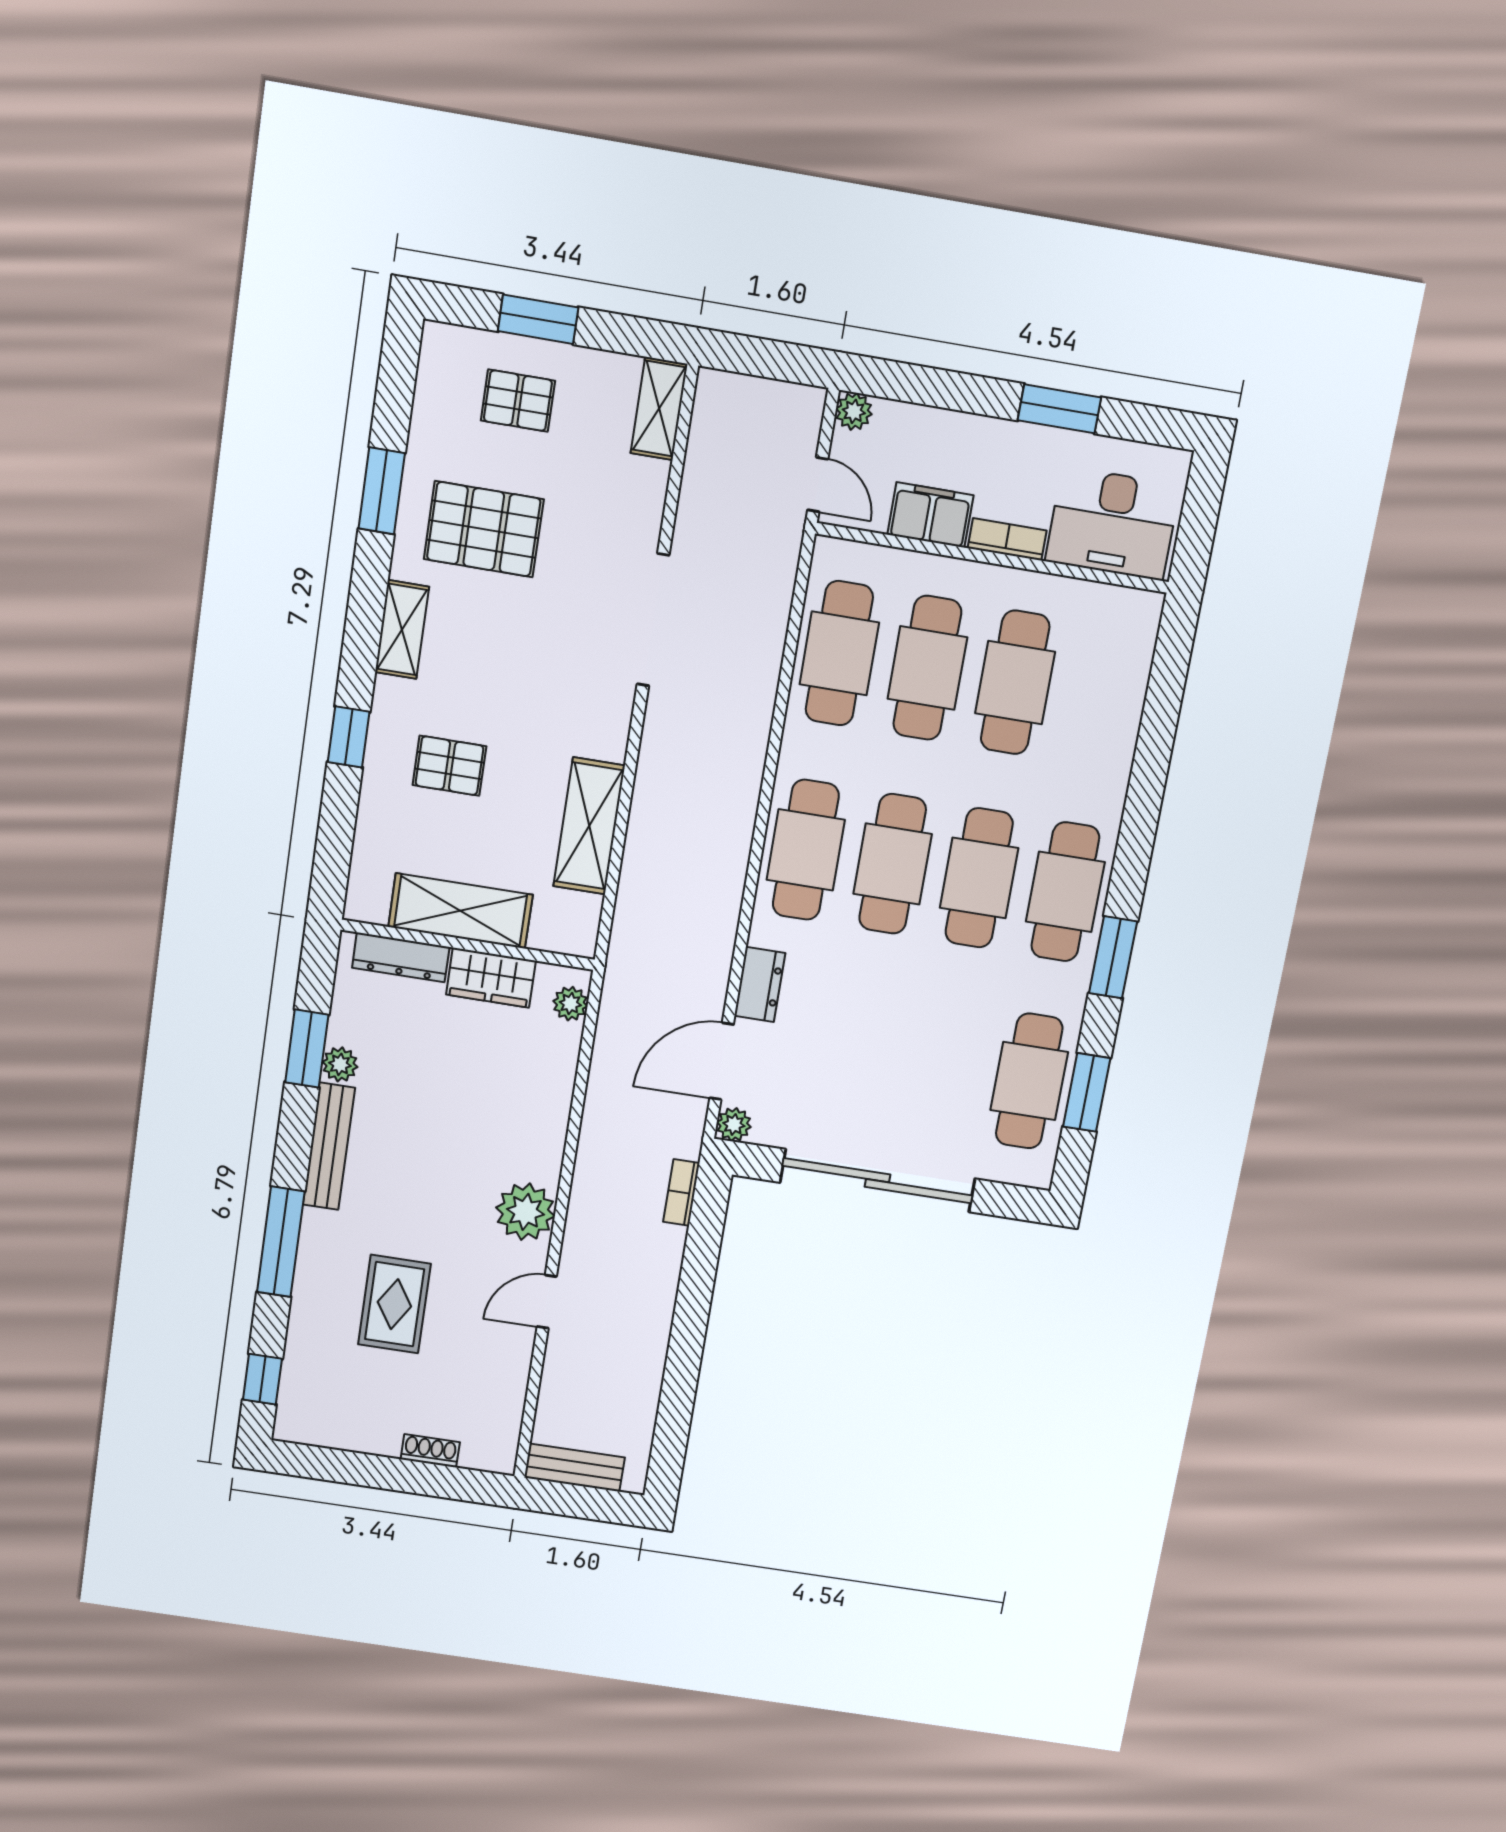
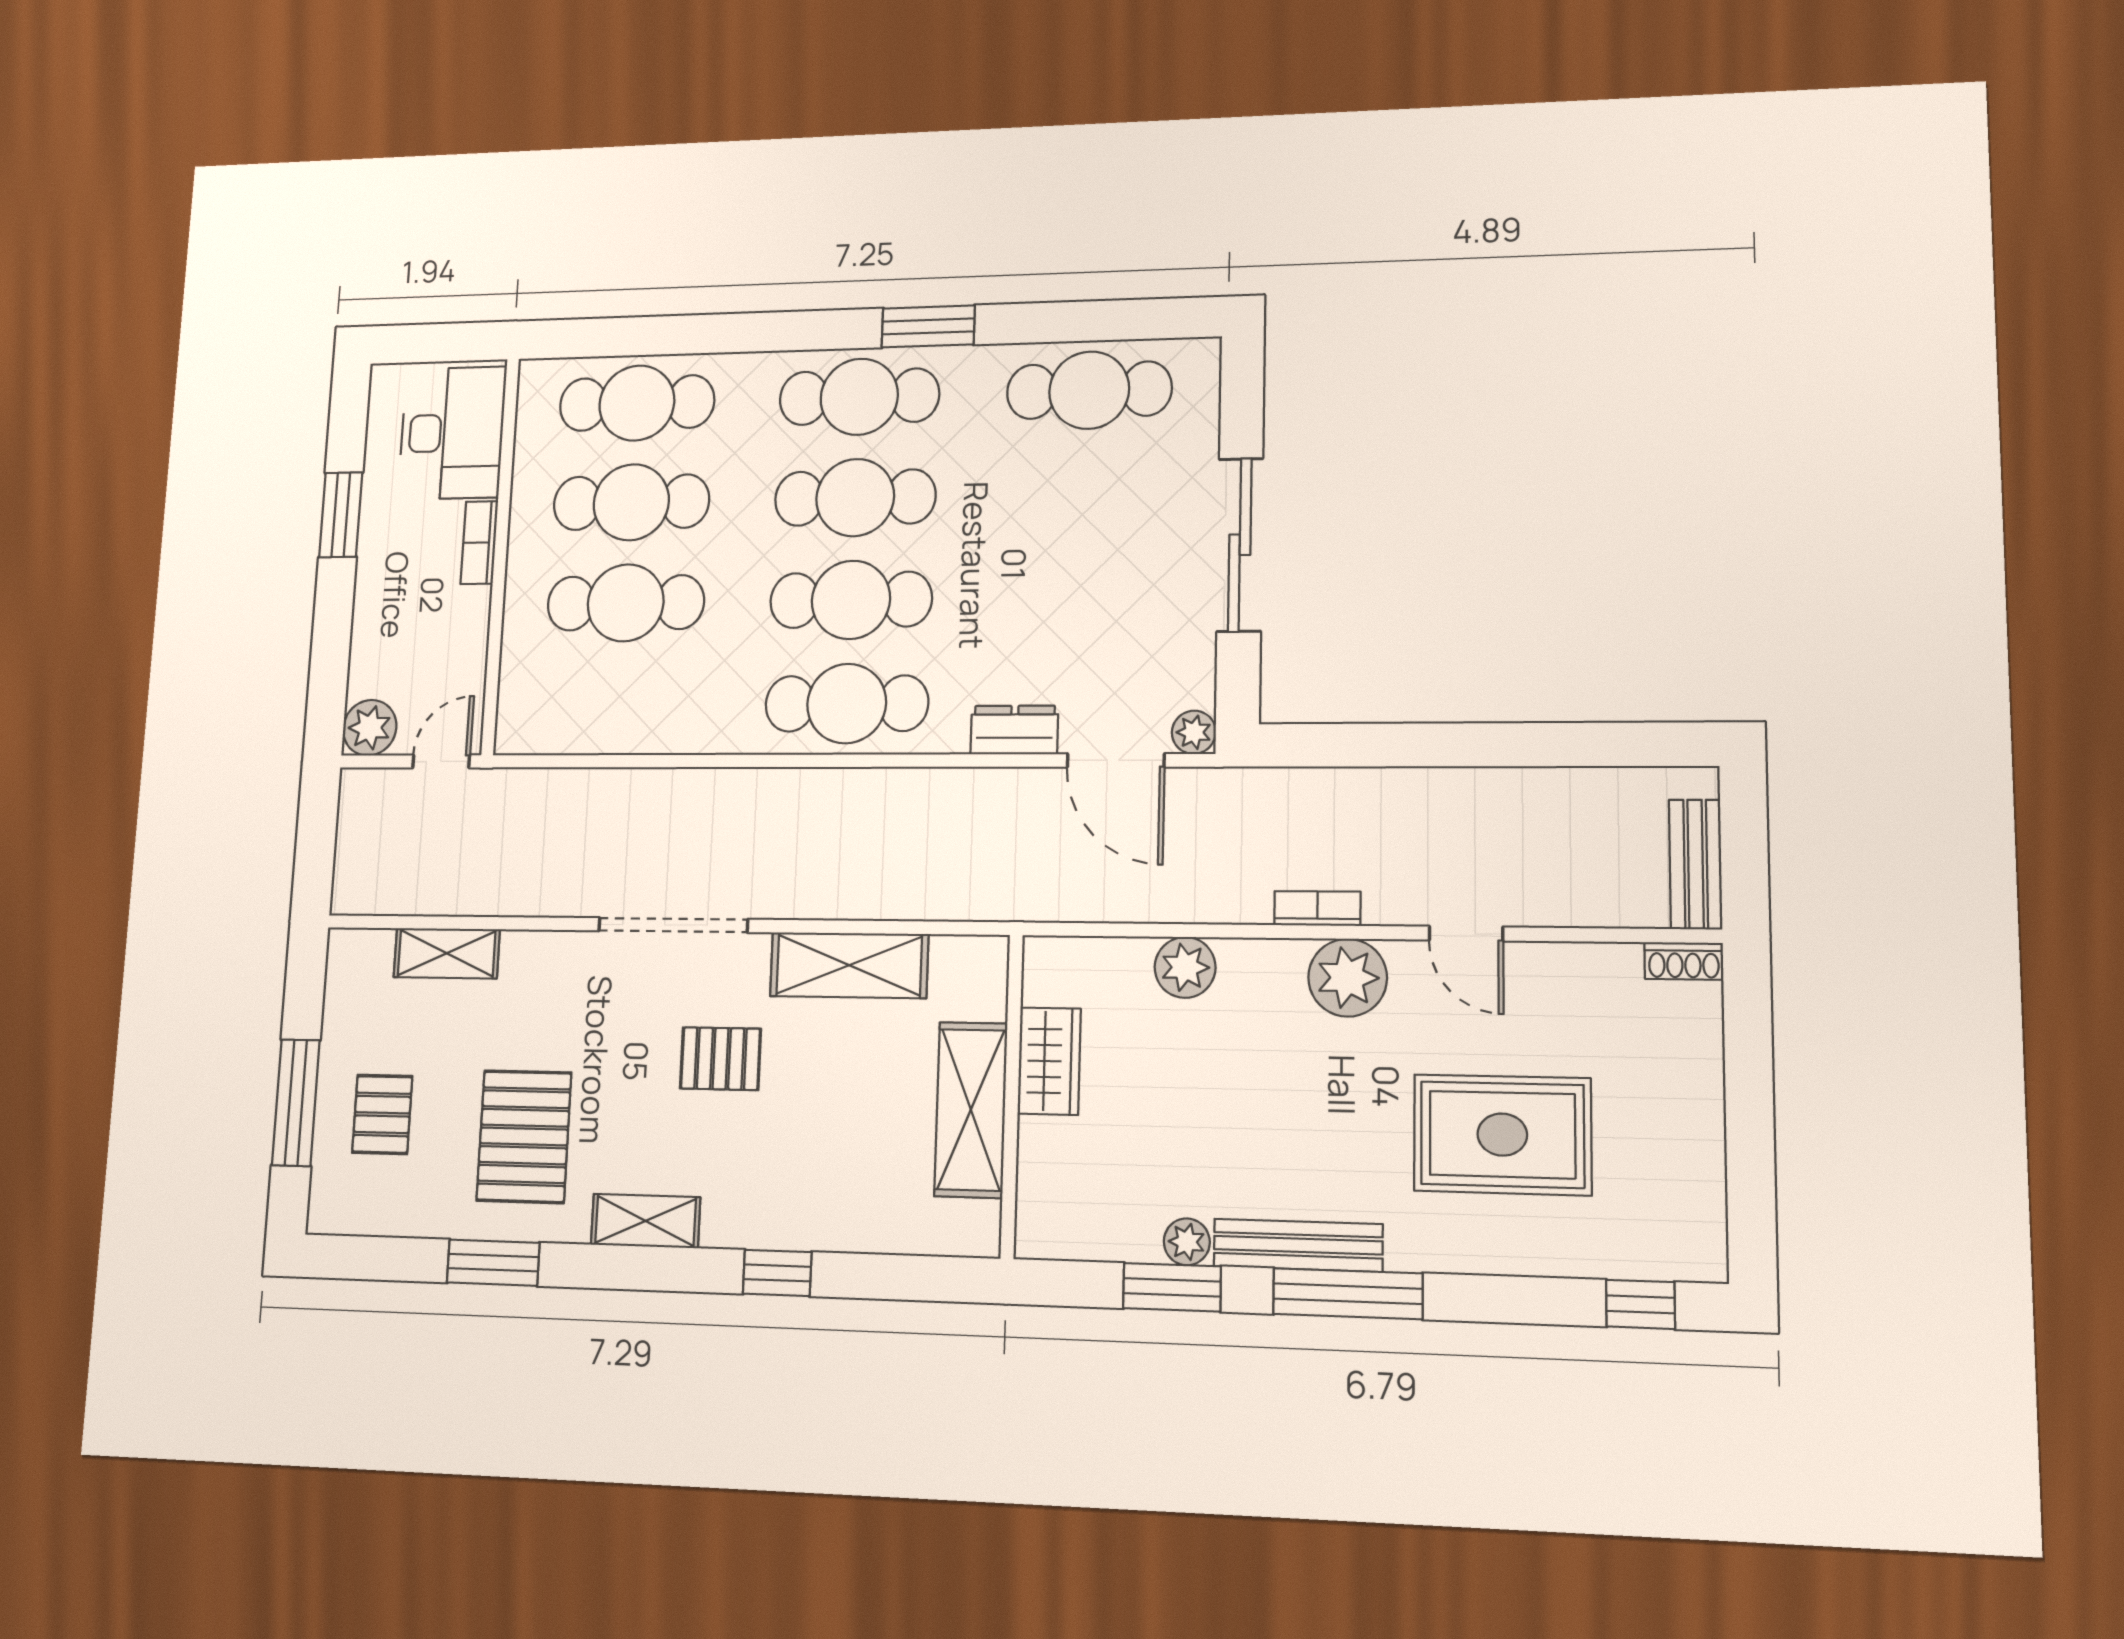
window: (538, 319) -> (296, 1103), width x1.44
shelving: (659, 409) -> (447, 953), moved
plant: (854, 411) -> (370, 728), width x1.38, depth x1.38
filing cabinet: (930, 515) -> (462, 631), removed
doorway: (653, 620) -> (673, 925), moved
cafe table: (839, 653) -> (637, 403), moved
pallet: (449, 766) -> (721, 1059), moved, turned 90
dresser: (401, 957) -> (1039, 1178), removed
plant: (570, 1004) -> (1185, 967), moved, width x1.38, depth x1.38
window: (1087, 1092) -> (1094, 321), removed
sliding door: (878, 1181) -> (1240, 545), width x0.73
bookcase: (681, 1192) -> (1317, 908), moved, turned 180
window: (281, 1242) -> (1348, 1294), moved
rug: (394, 1304) -> (1502, 1135), width x1.36, depth x1.43
shoe rack: (430, 1451) -> (1684, 961), moved, turned -90

